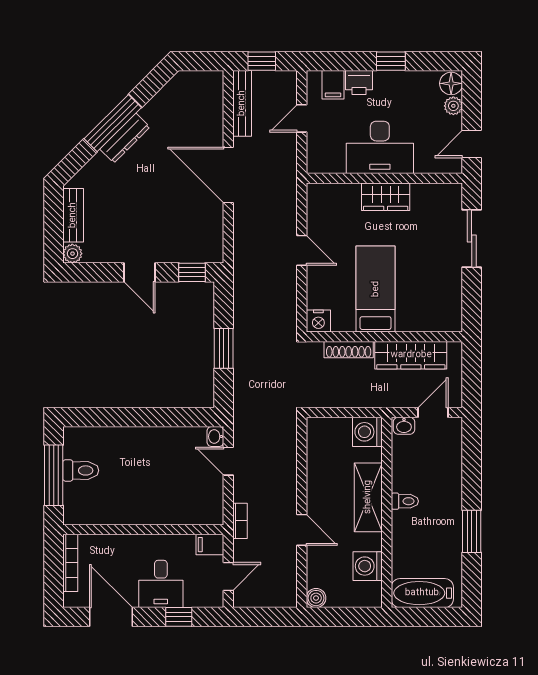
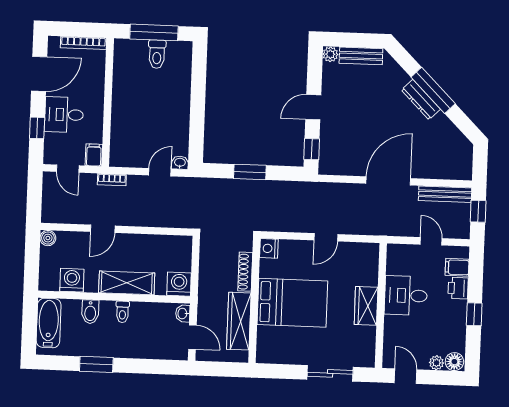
desk: (380, 147) -> (406, 296), width x0.73
bed: (376, 289) -> (292, 303), width x1.50
bidet: (406, 542) -> (90, 312), added

